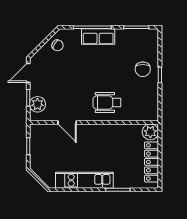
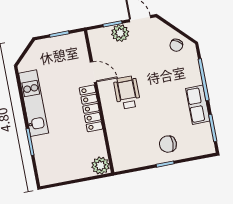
row of seats: (98, 37) -> (198, 105), moved
wheelchair: (107, 103) -> (127, 92), moved
plant: (37, 104) -> (120, 33), moved
door: (67, 123) -> (93, 72), swing flipped
locker: (152, 162) -> (91, 108), moved, turned -90

